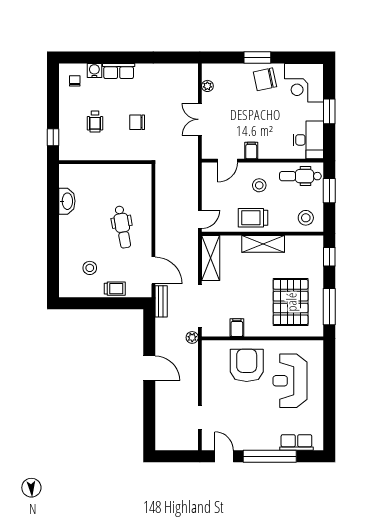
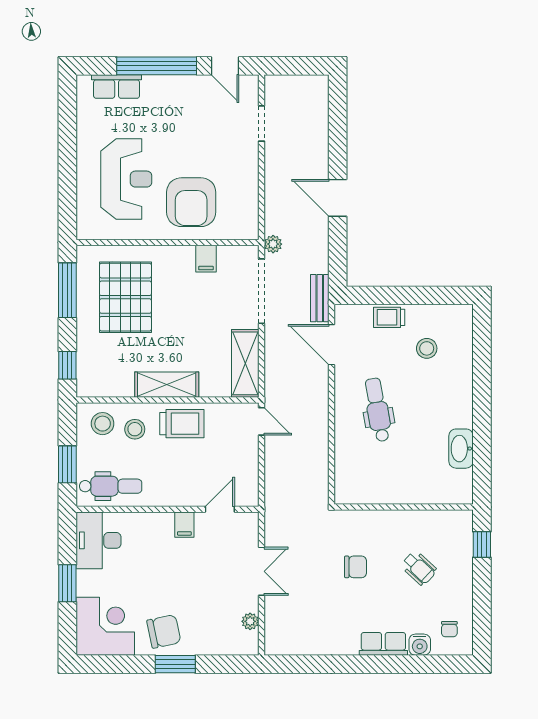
wheelchair: (95, 122) -> (419, 568), turned 133
stool: (259, 185) -> (135, 429), moved
door: (200, 219) -> (261, 421), swing flipped

